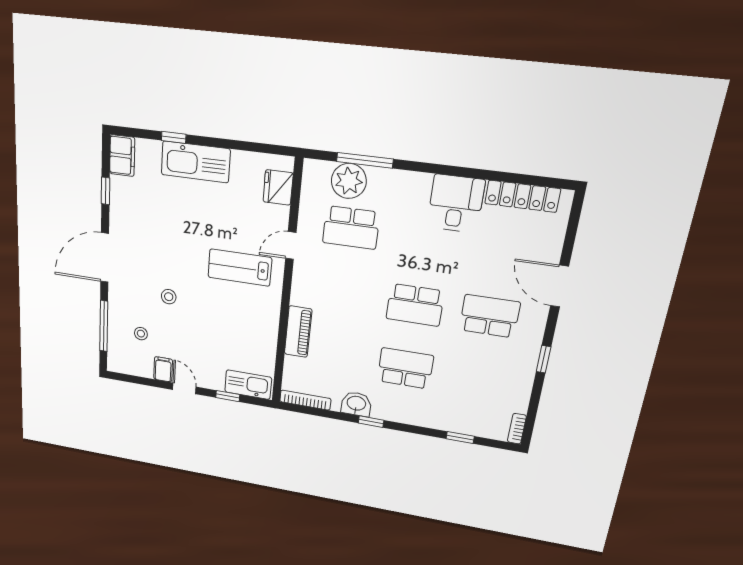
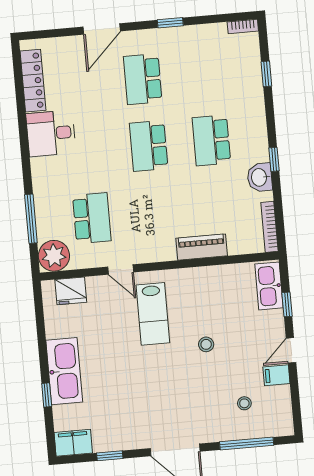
plant: (349, 181) -> (54, 256), moved
stool: (169, 297) -> (206, 344), moved
school desk: (415, 305) -> (149, 146), turned 180

